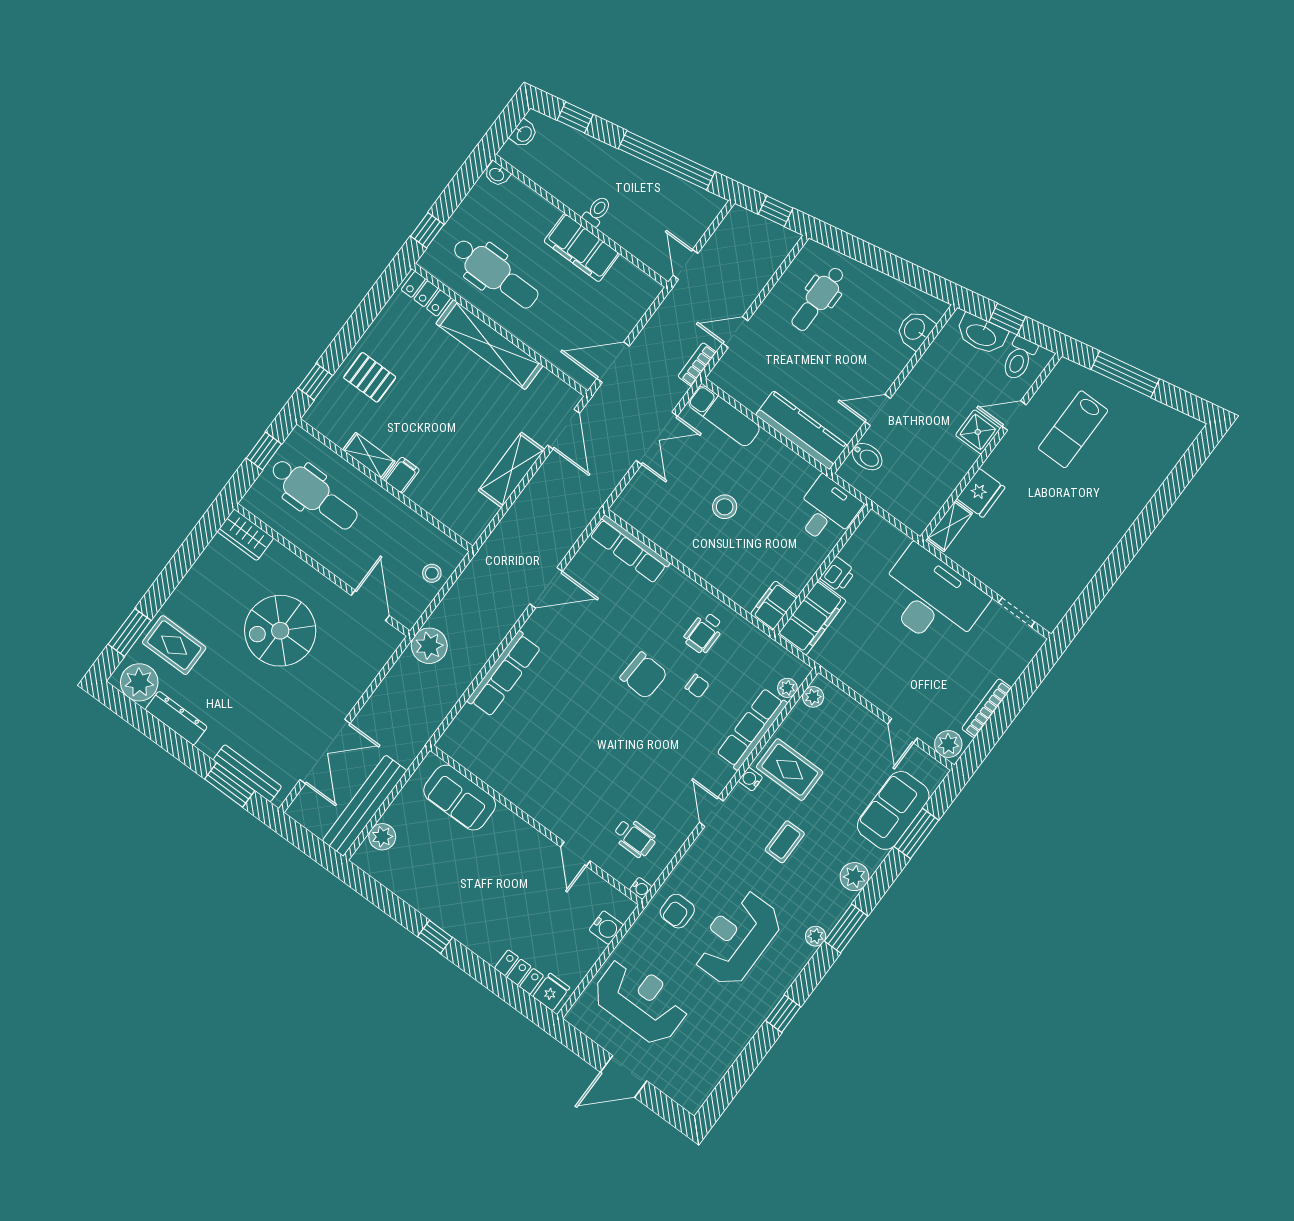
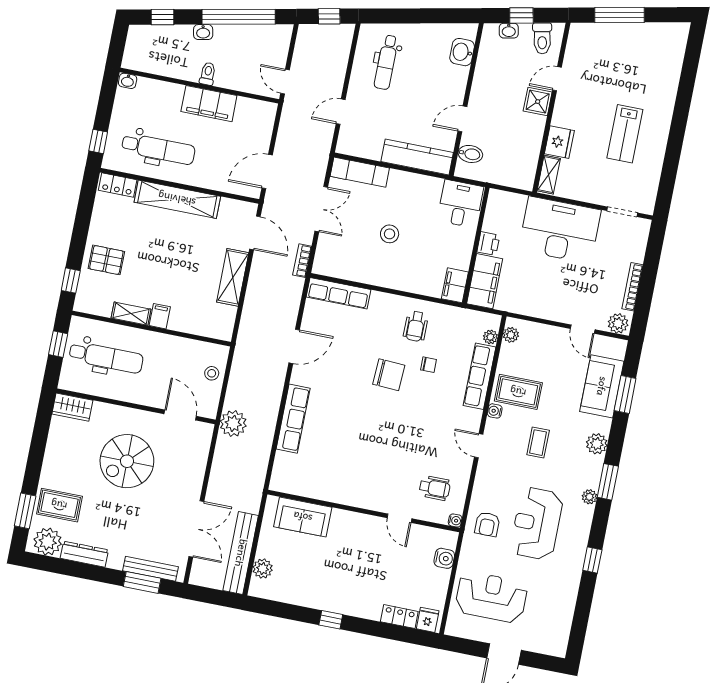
washbasin: (524, 134) -> (203, 32), moved, turned 79
washbasin: (981, 334) -> (509, 31), width x0.52, depth x0.69
bookcase: (697, 364) -> (302, 261), moved
lab bench: (1073, 429) -> (625, 134), moved

